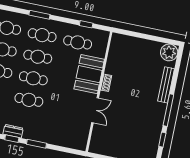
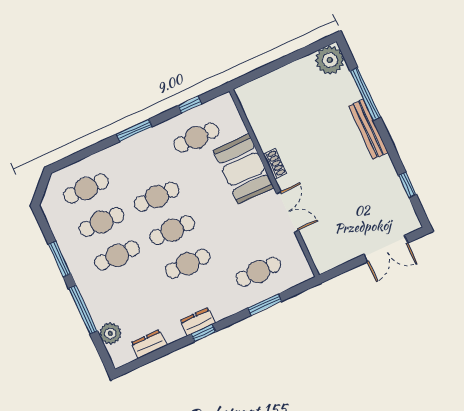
window: (39, 15) -> (134, 130), moved
cafe table: (42, 35) -> (258, 272), moved
bench: (166, 85) -> (368, 129), moved
window: (168, 110) -> (365, 94), moved
window: (37, 144) -> (265, 305), moved

